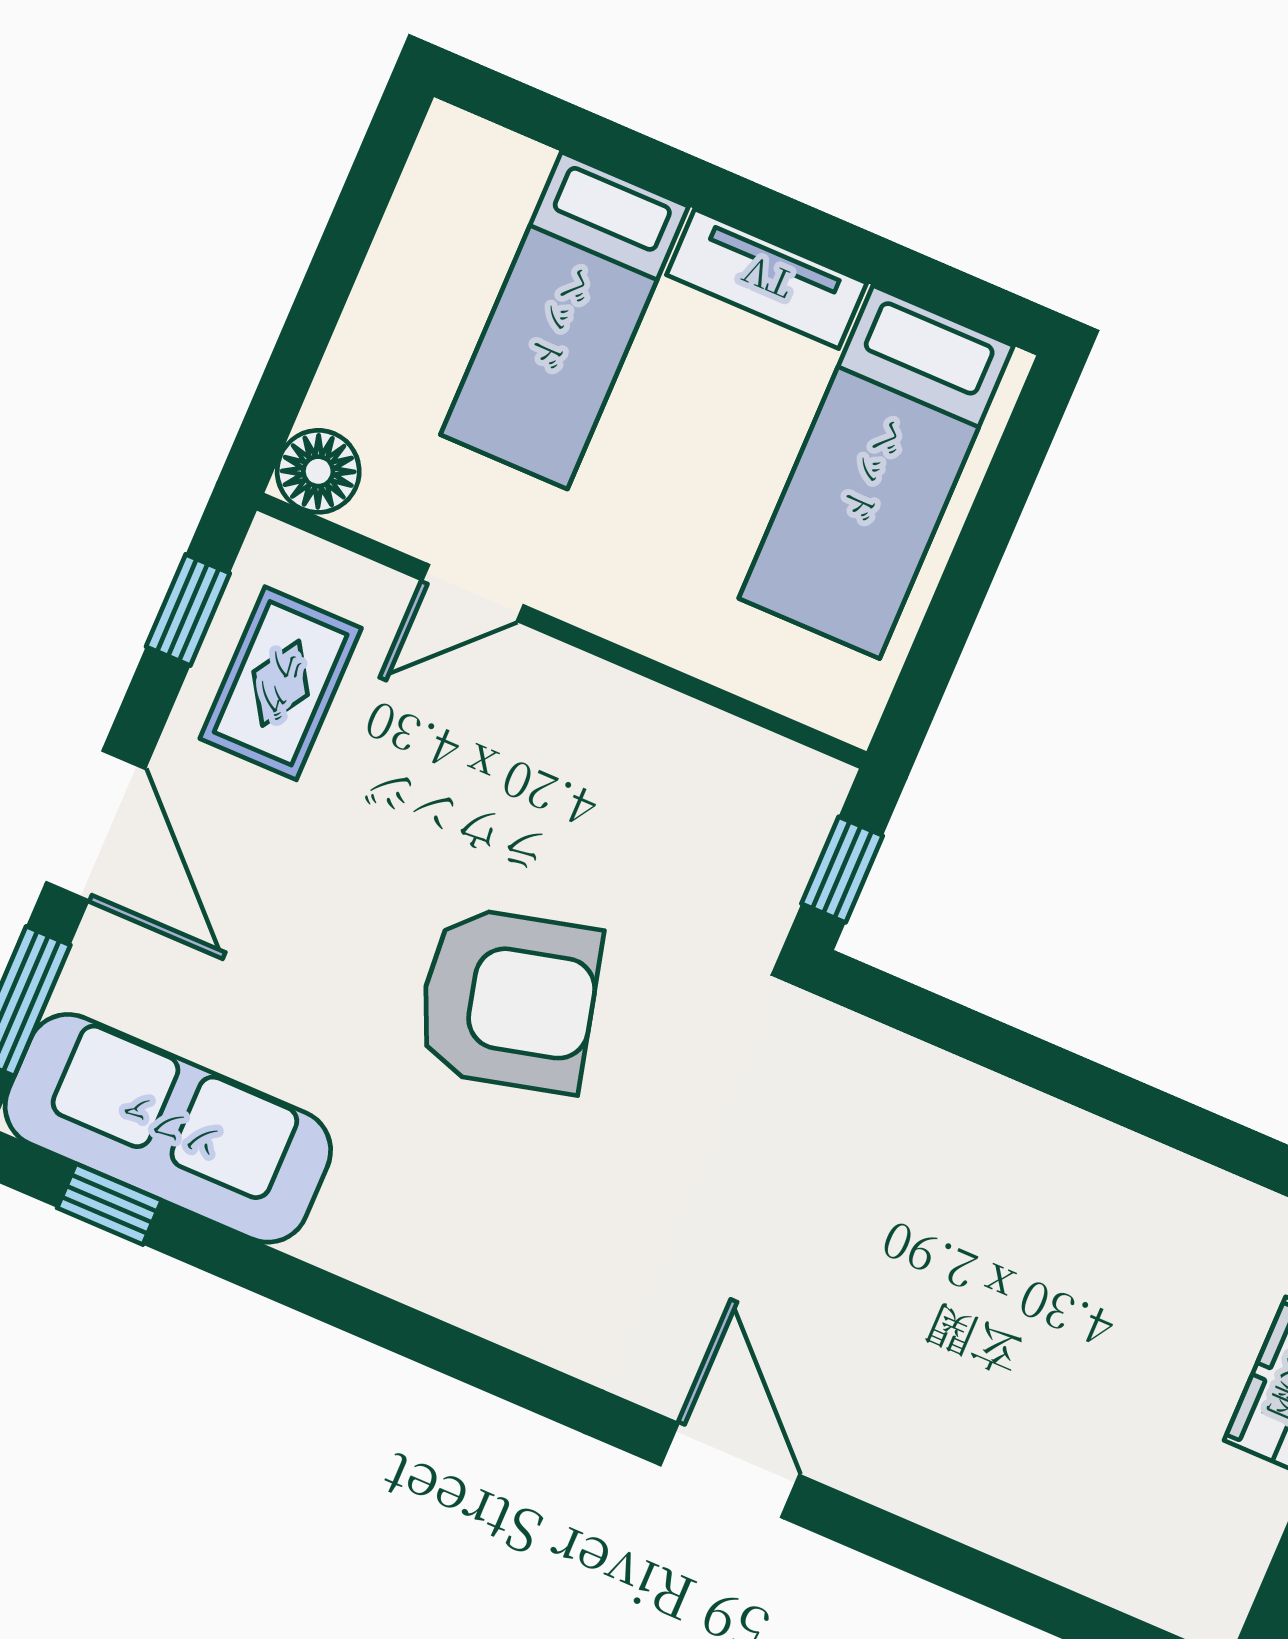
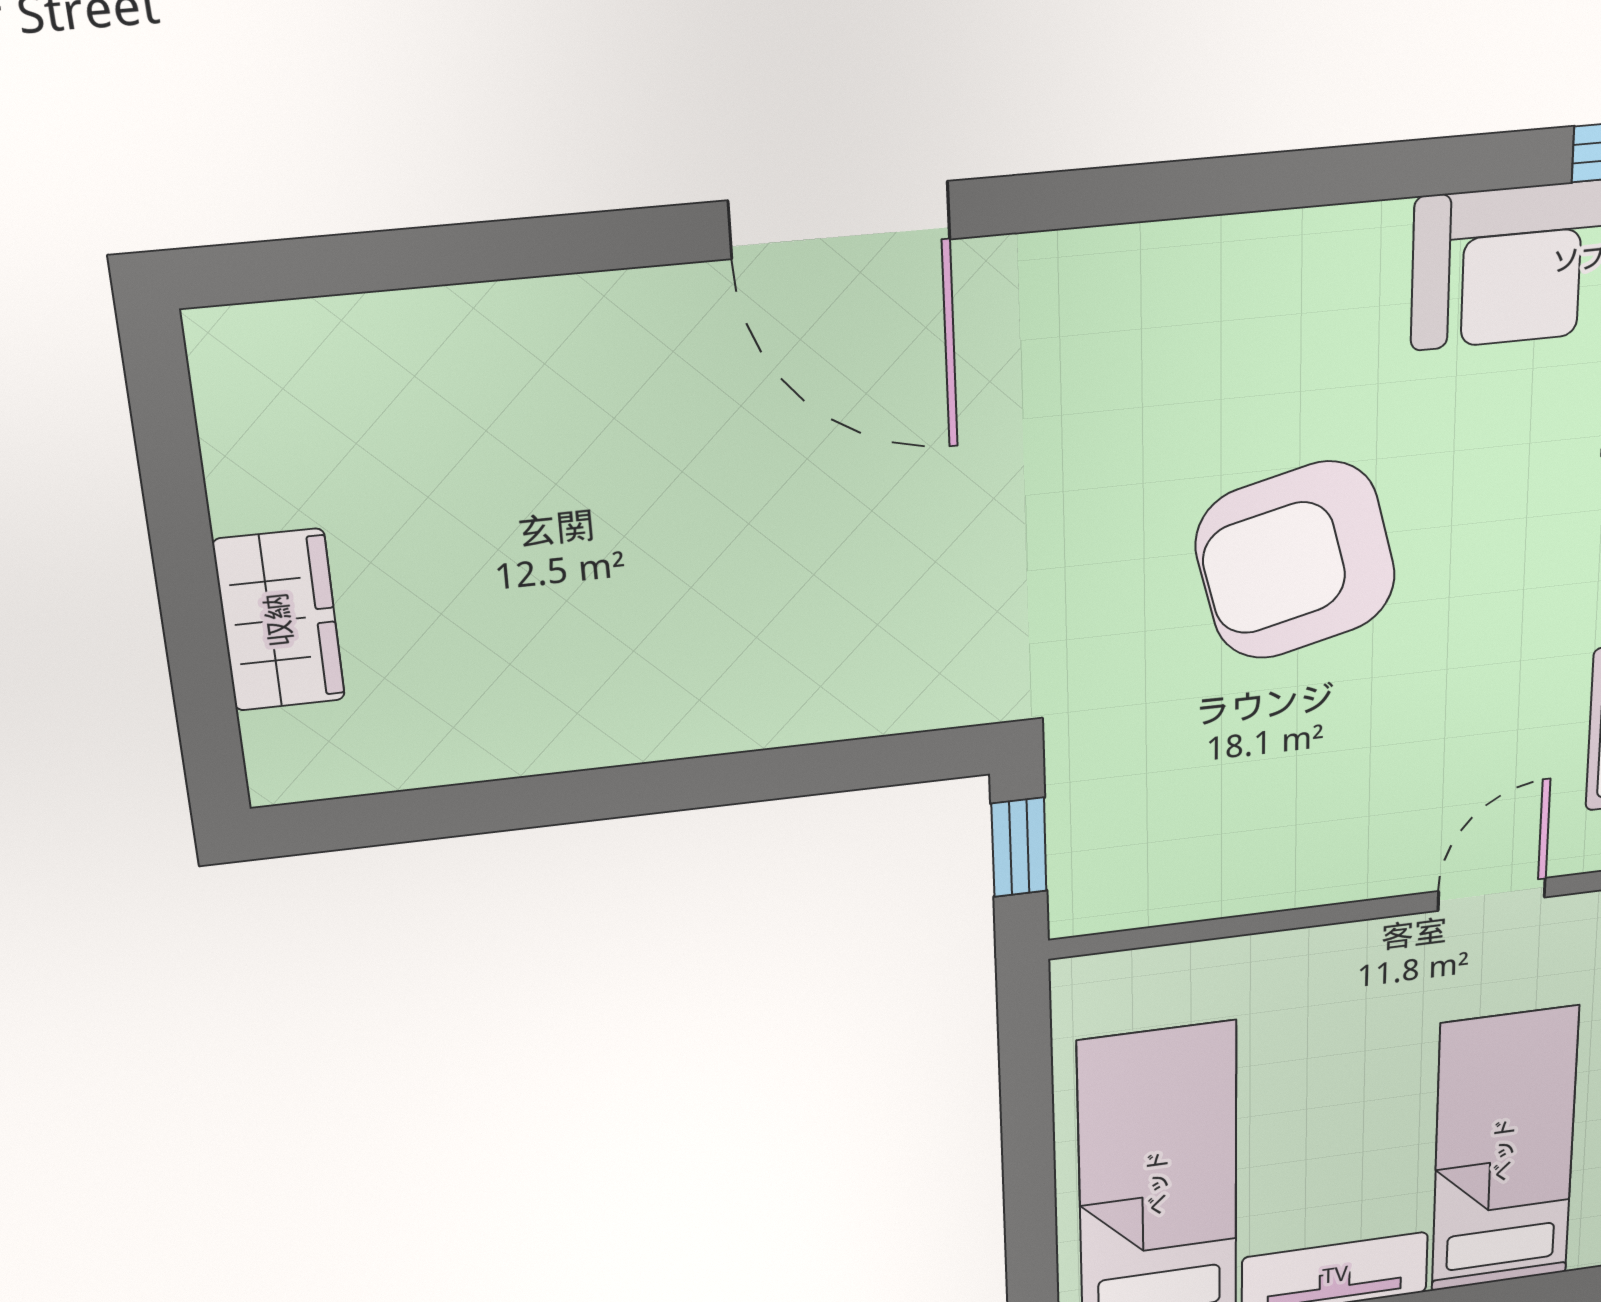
door: (730, 1470) -> (840, 220), width x1.36

